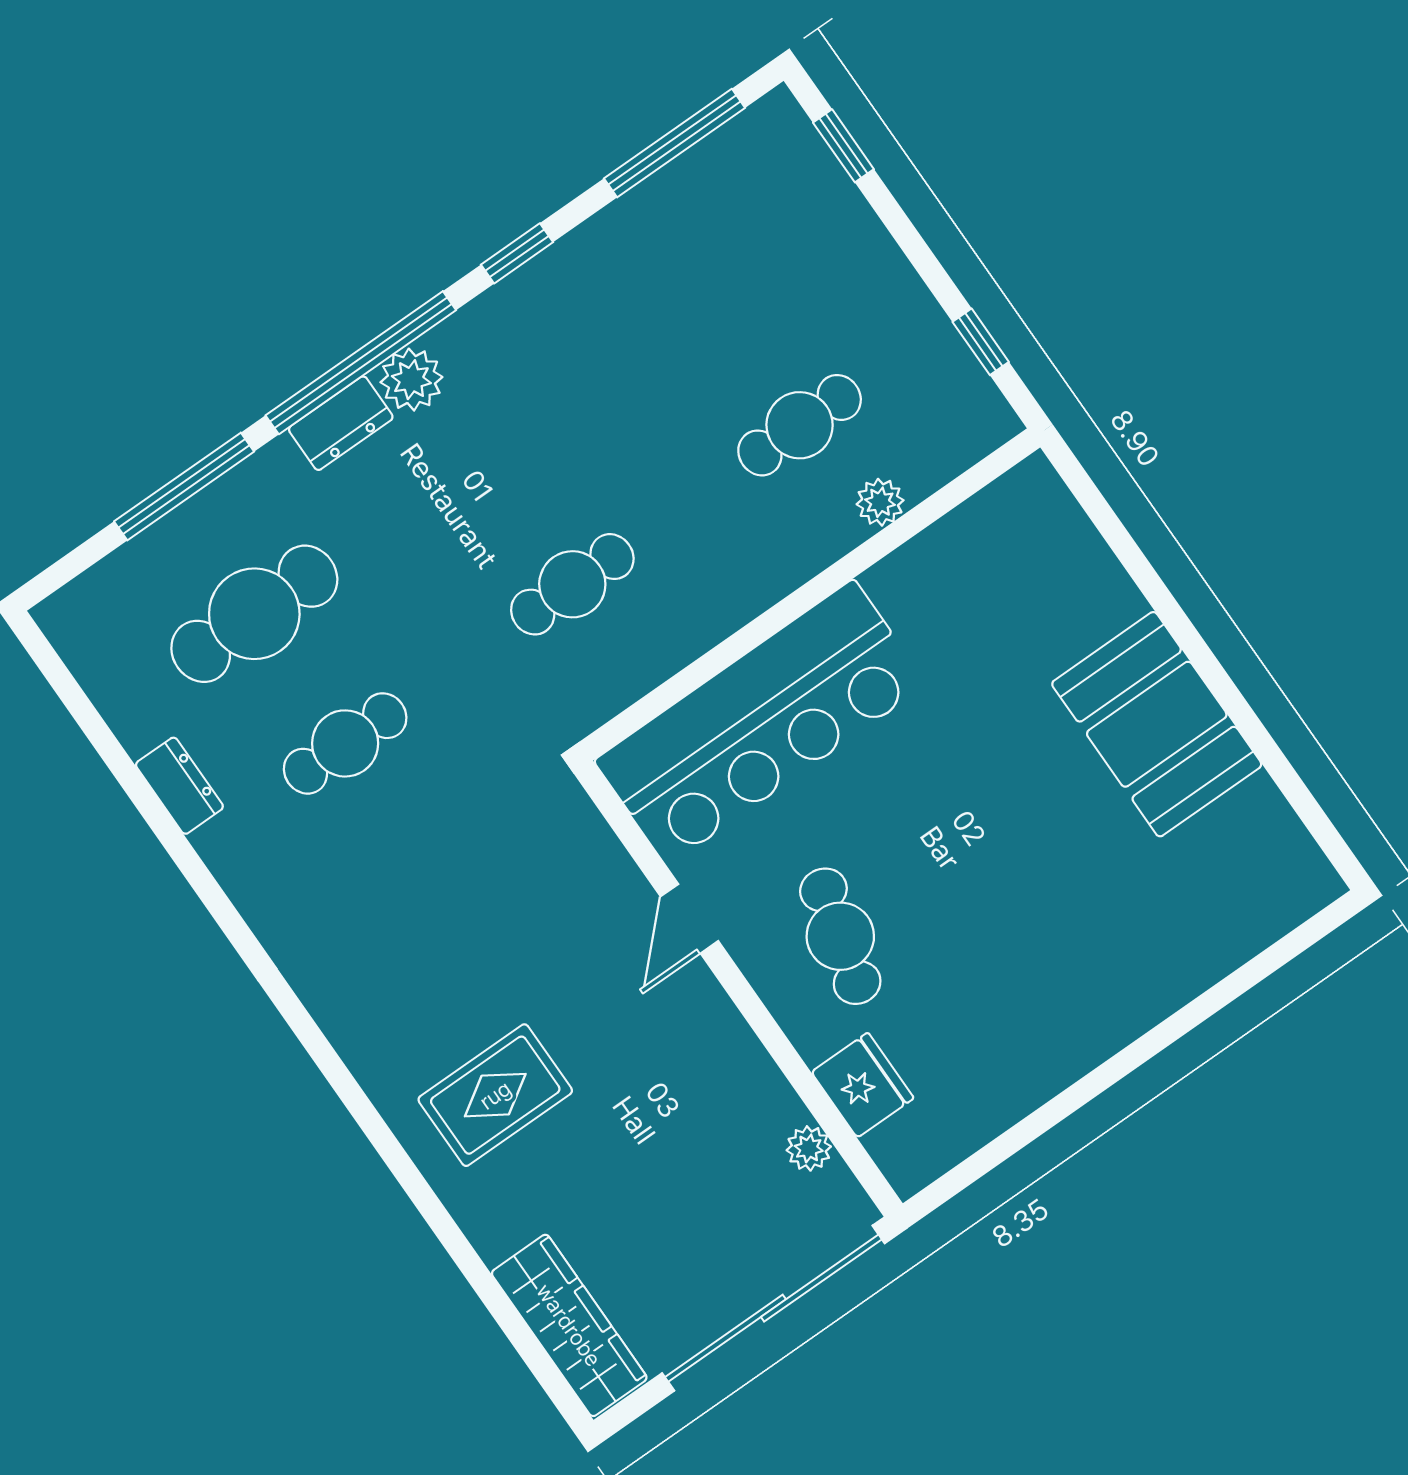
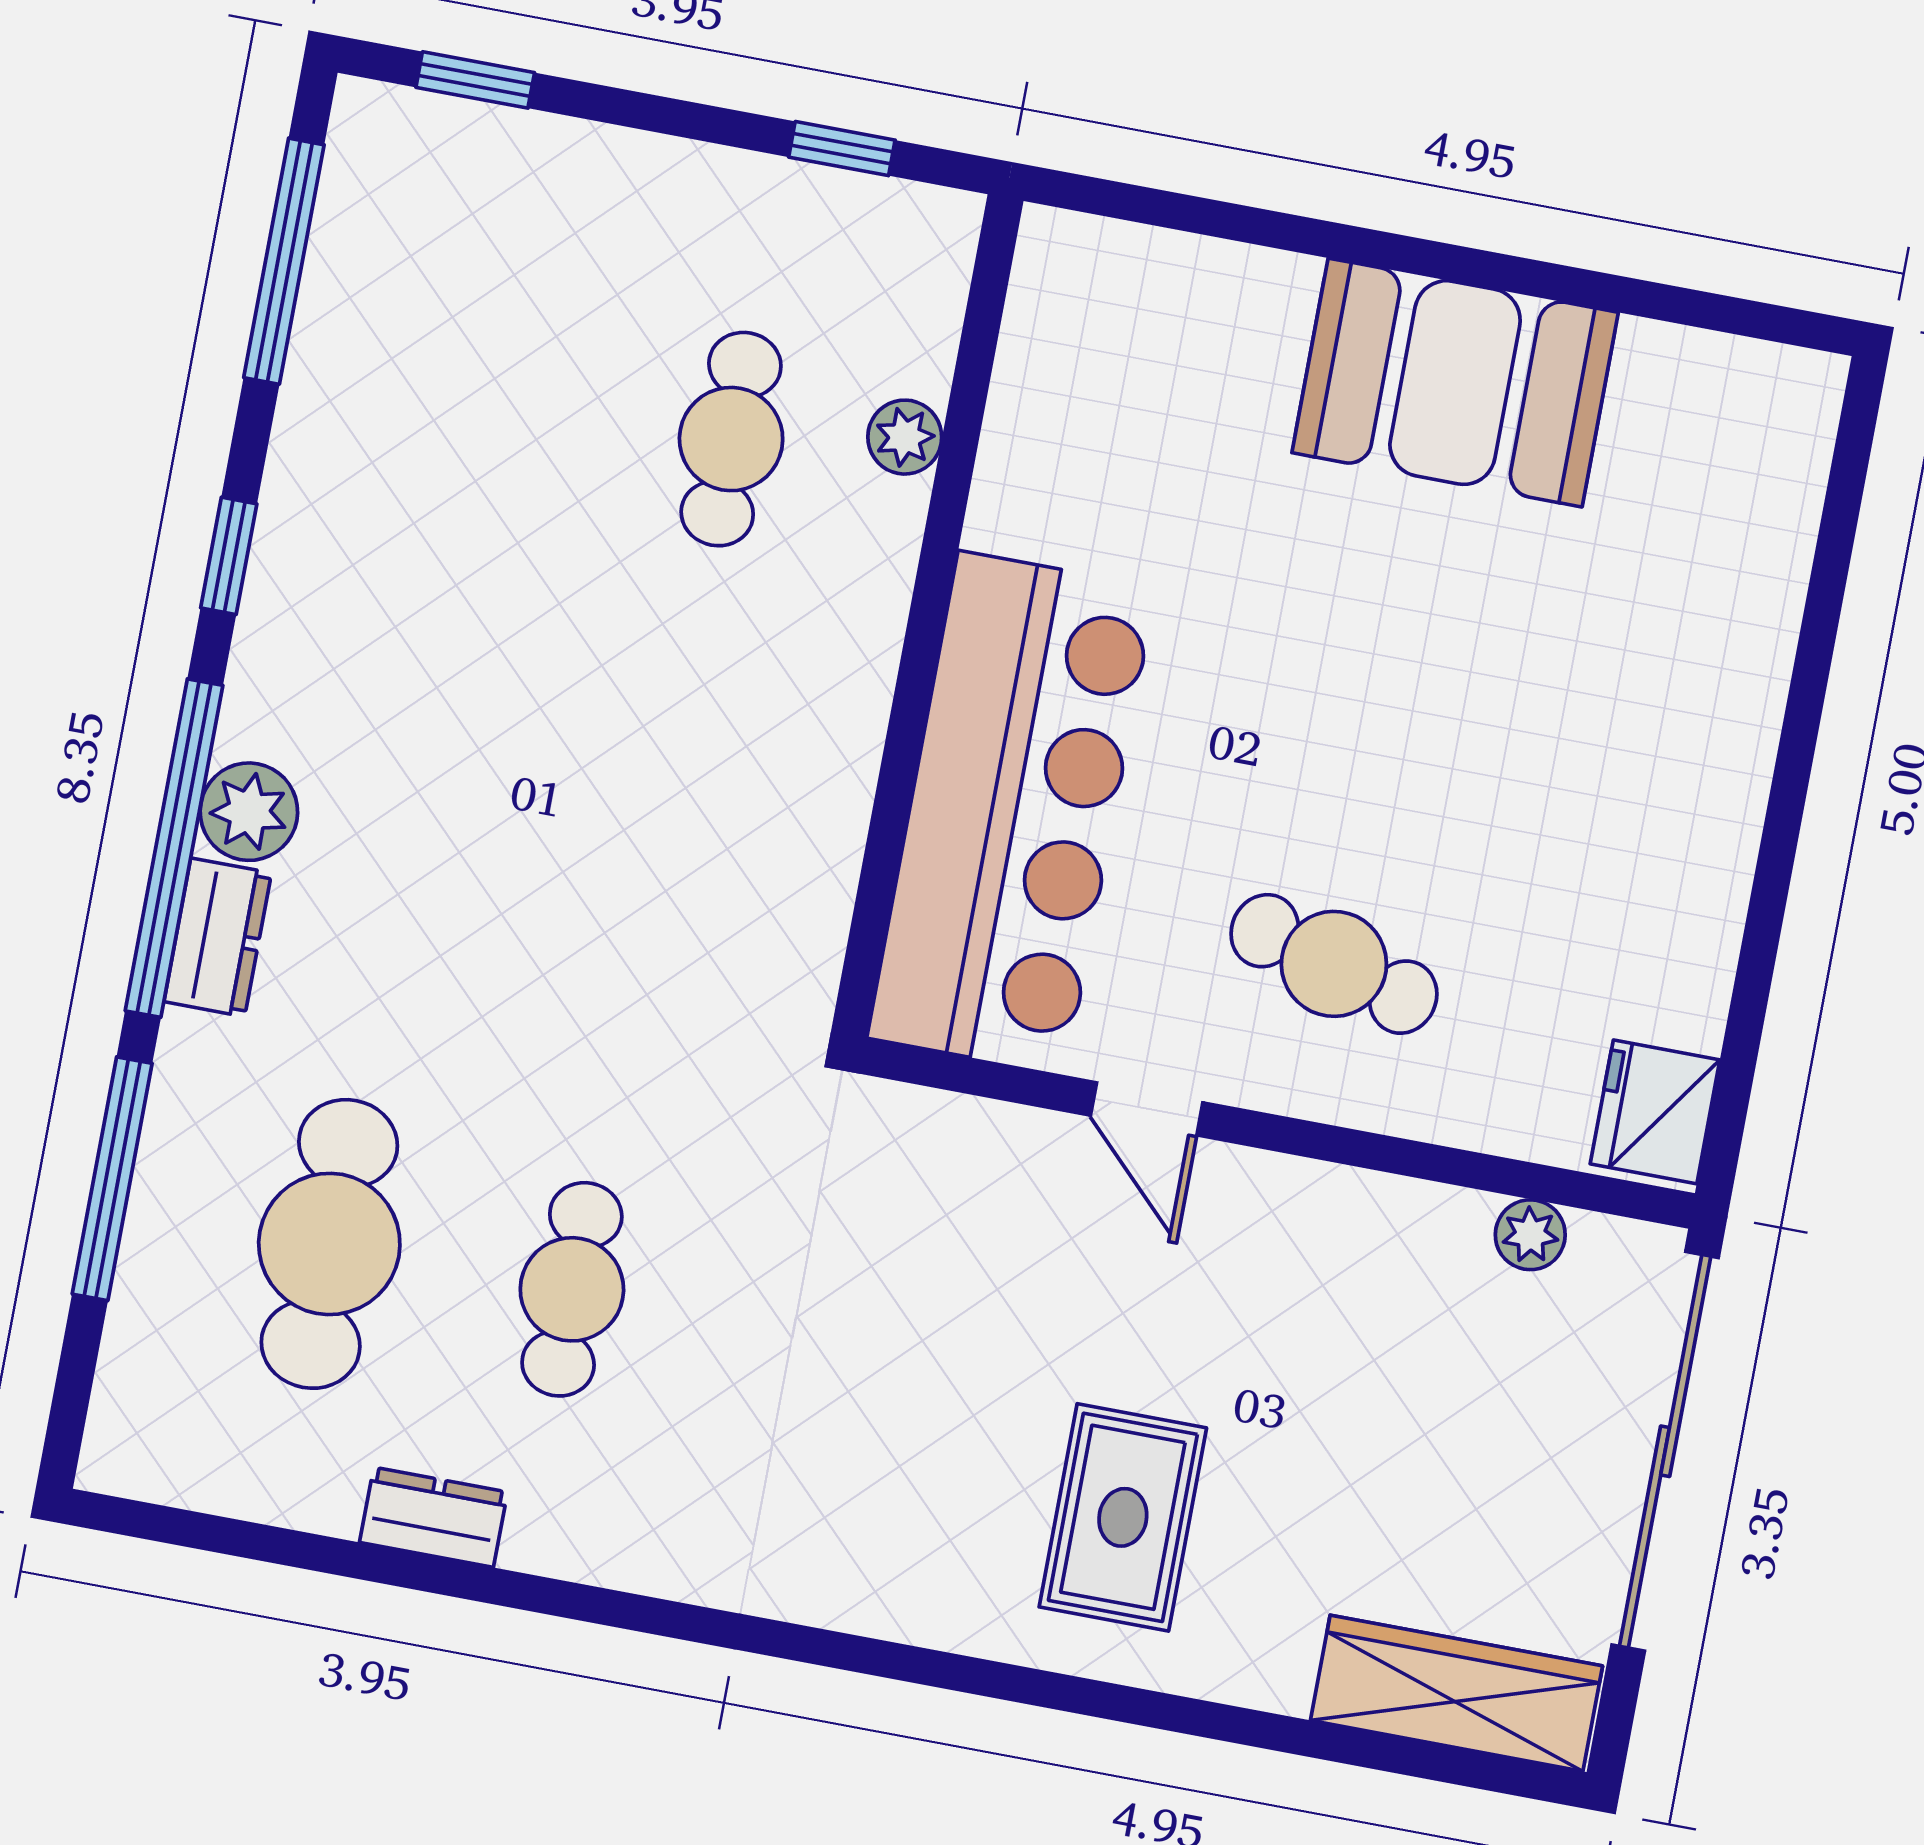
cafe table: (572, 584) -> (652, 864), removed
fridge: (863, 1085) -> (1655, 1112), moved, turned -90

